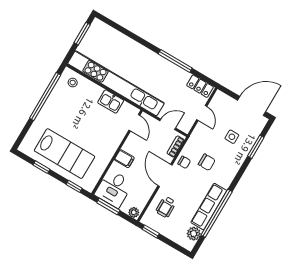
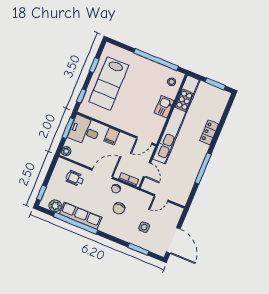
locker: (200, 86) -> (209, 132), moved
kitchen sink: (111, 101) -> (164, 107), moved
window: (151, 231) -> (42, 193), moved

